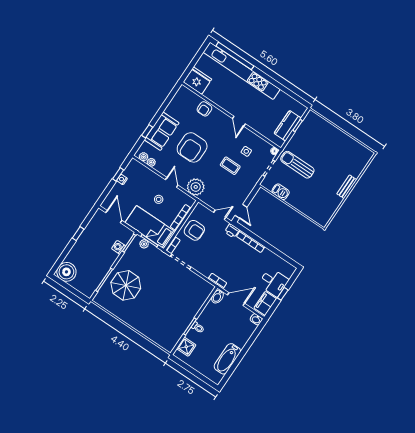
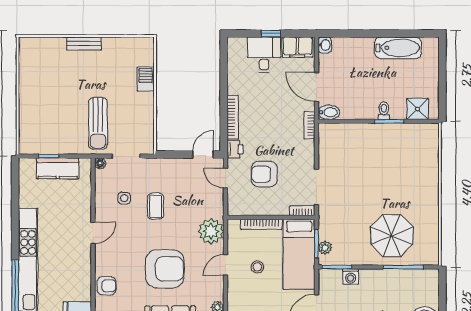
barbecue: (281, 192) -> (146, 79), moved
armchair: (194, 230) -> (264, 174), moved, turned -90

